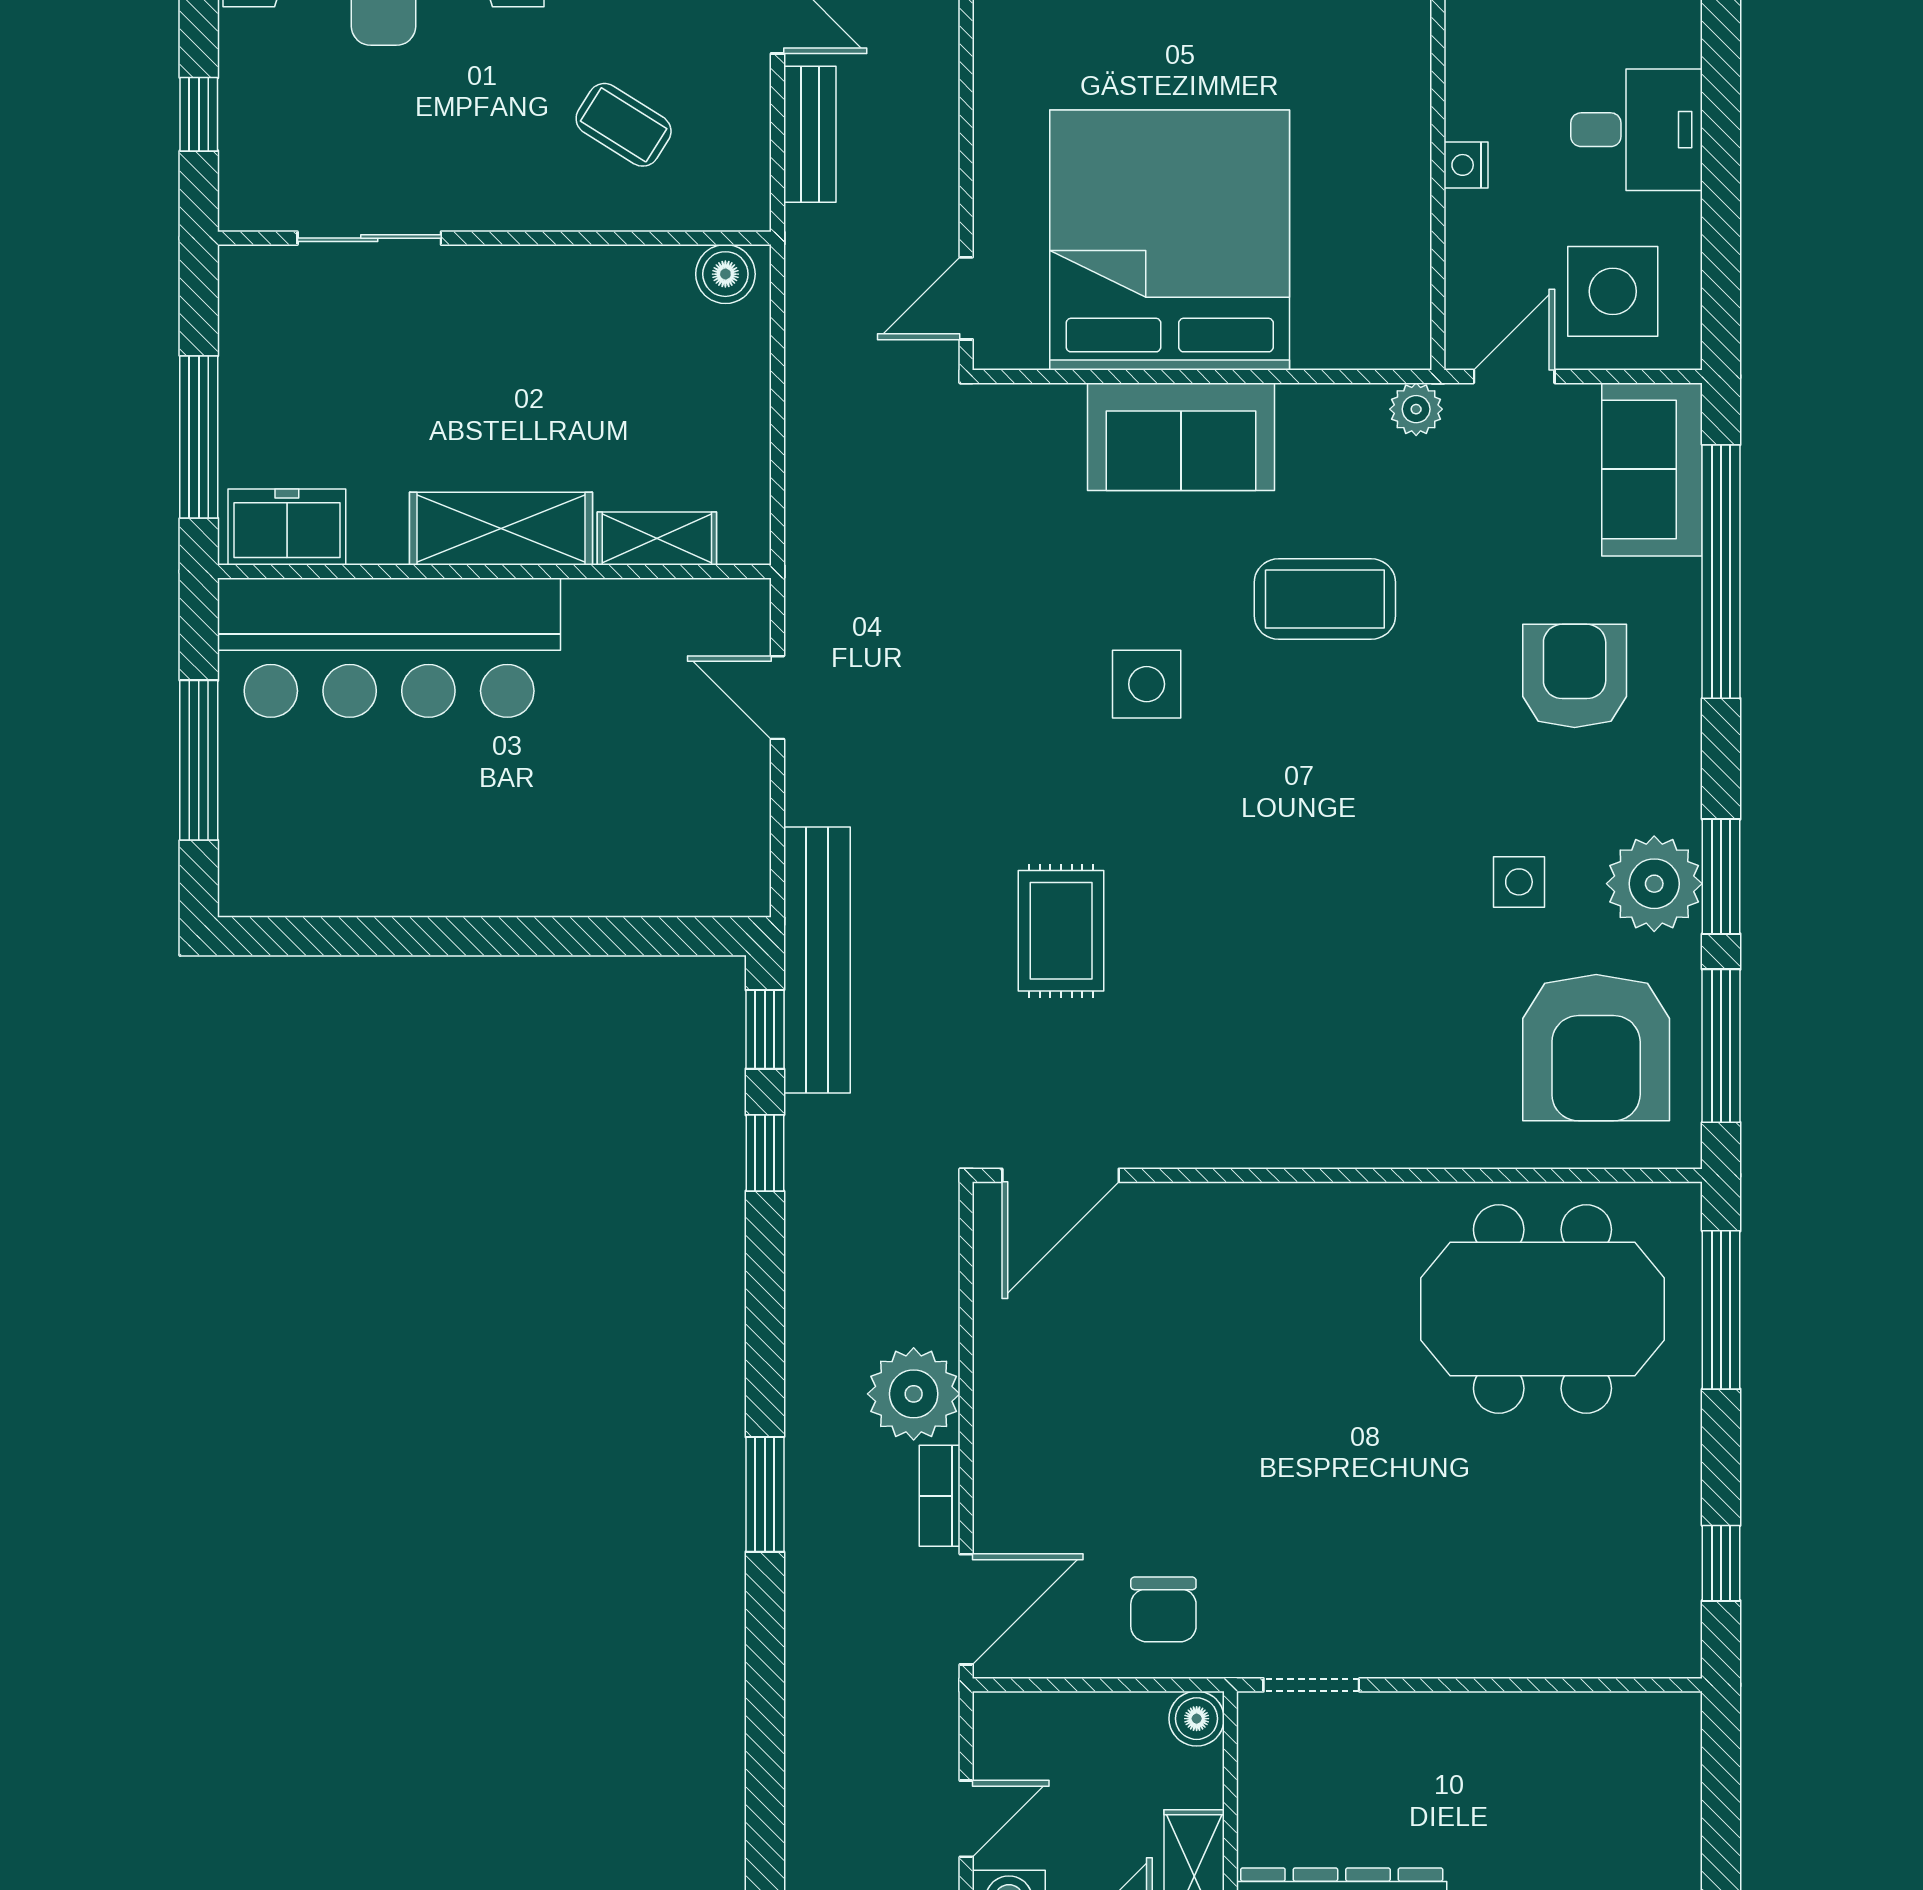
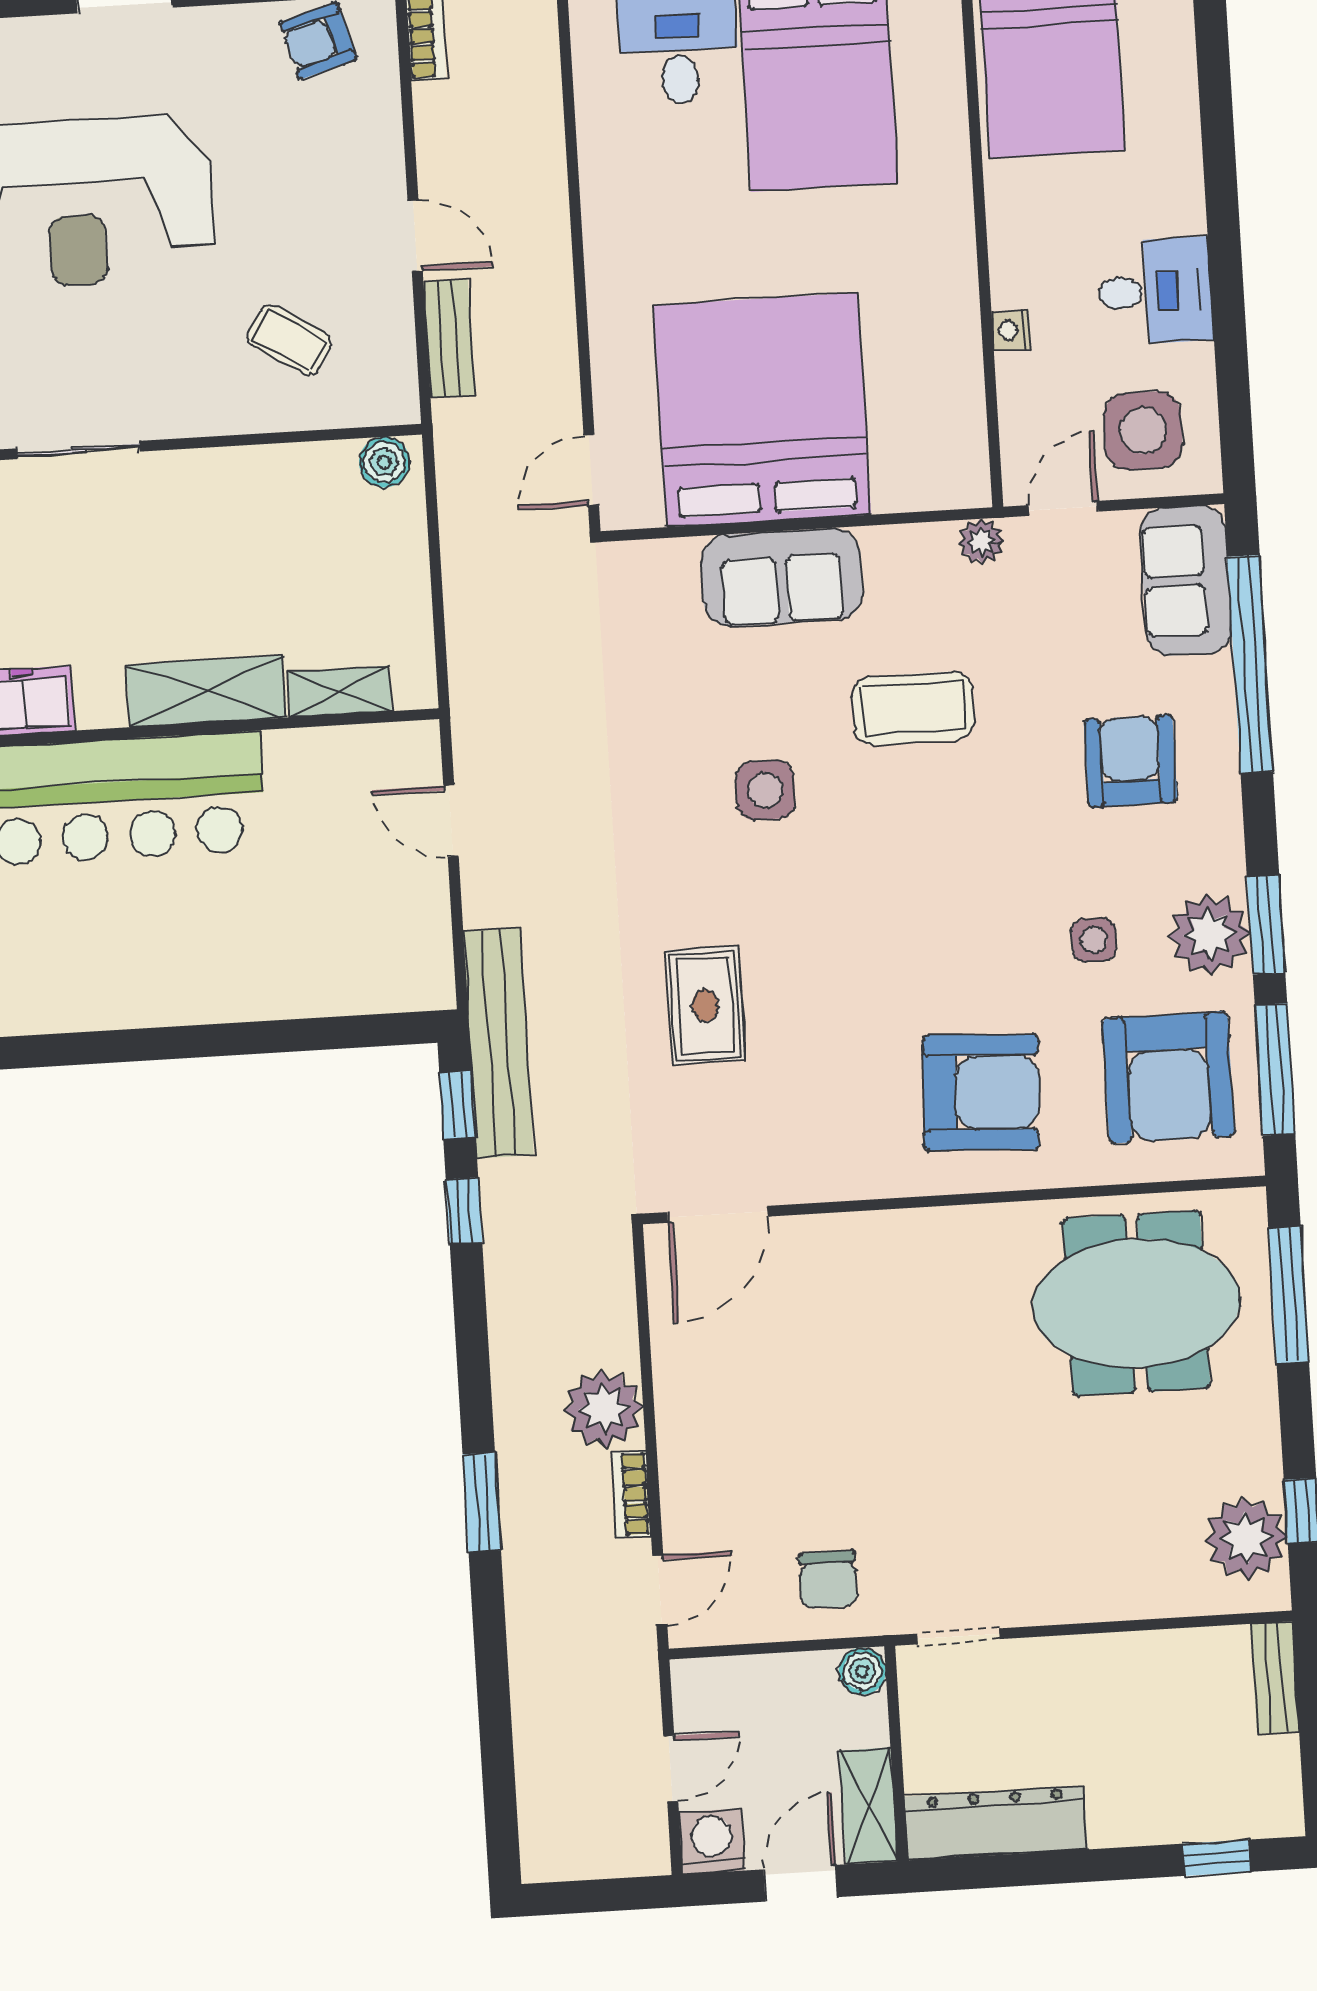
armchair: (1377, 1052) -> (981, 1092), added
plant: (1654, 1591) -> (1246, 1538), added
door: (966, 1609) -> (660, 1590), width x0.73
bench: (1677, 1756) -> (1275, 1678), added

